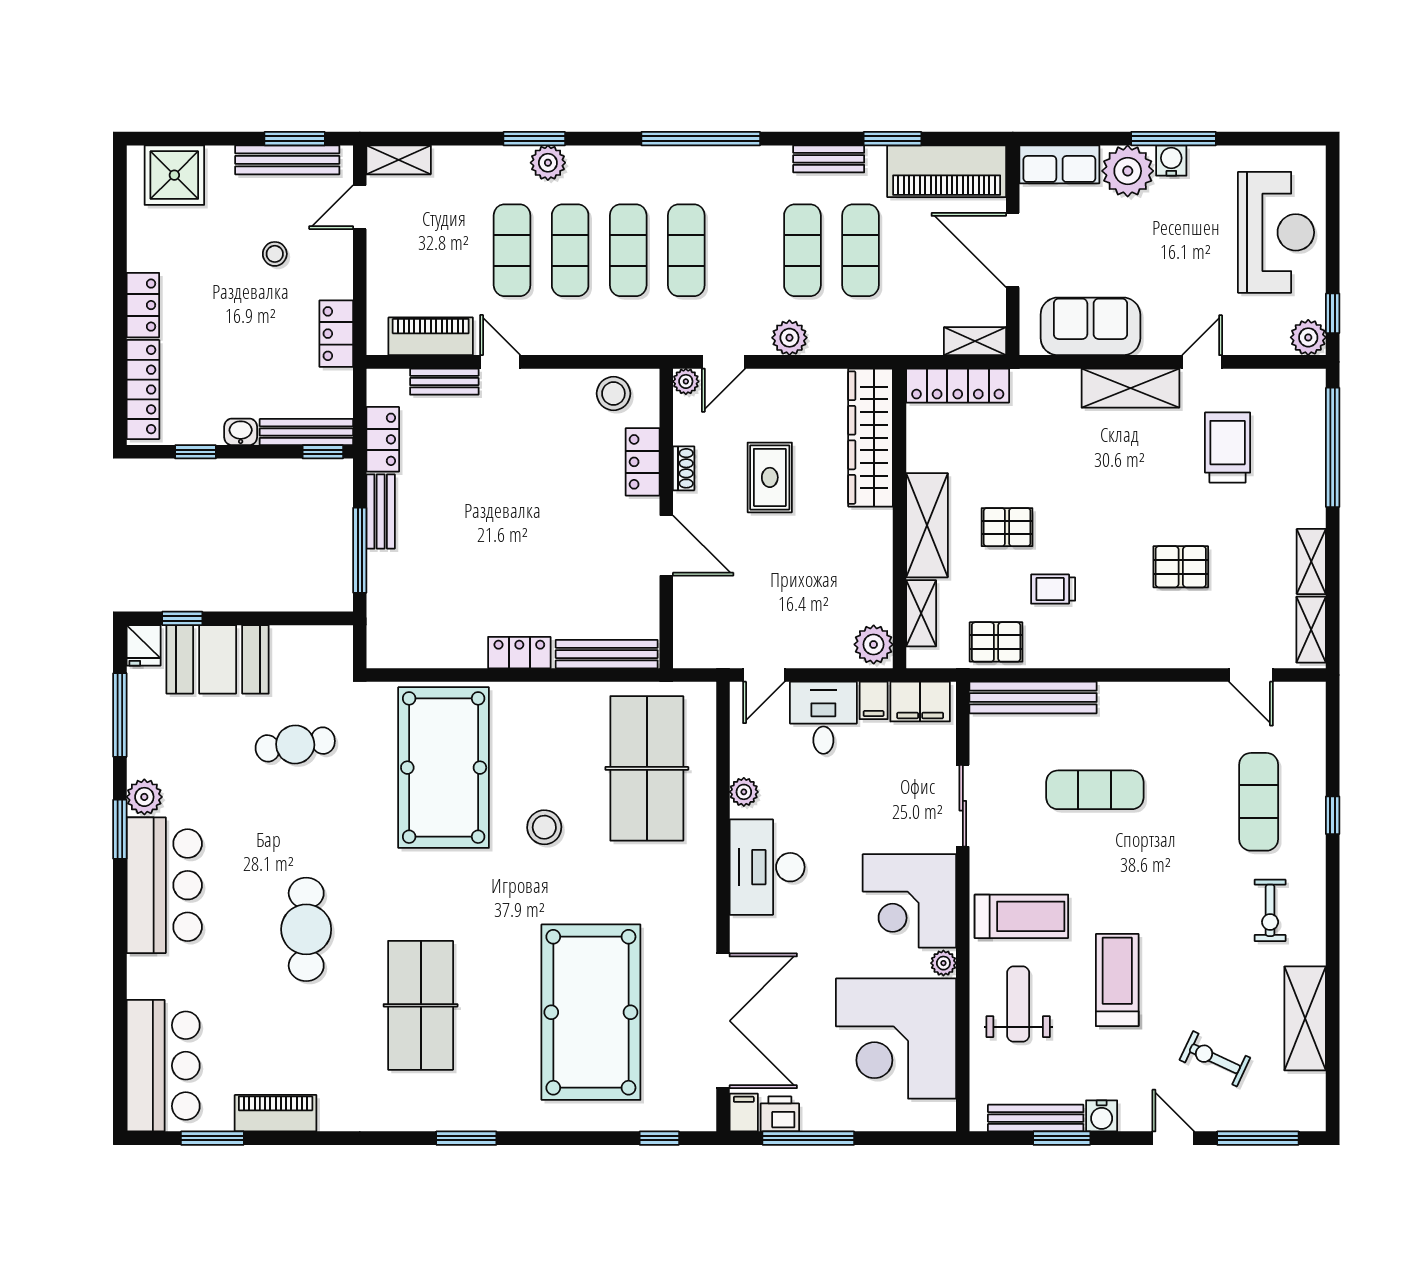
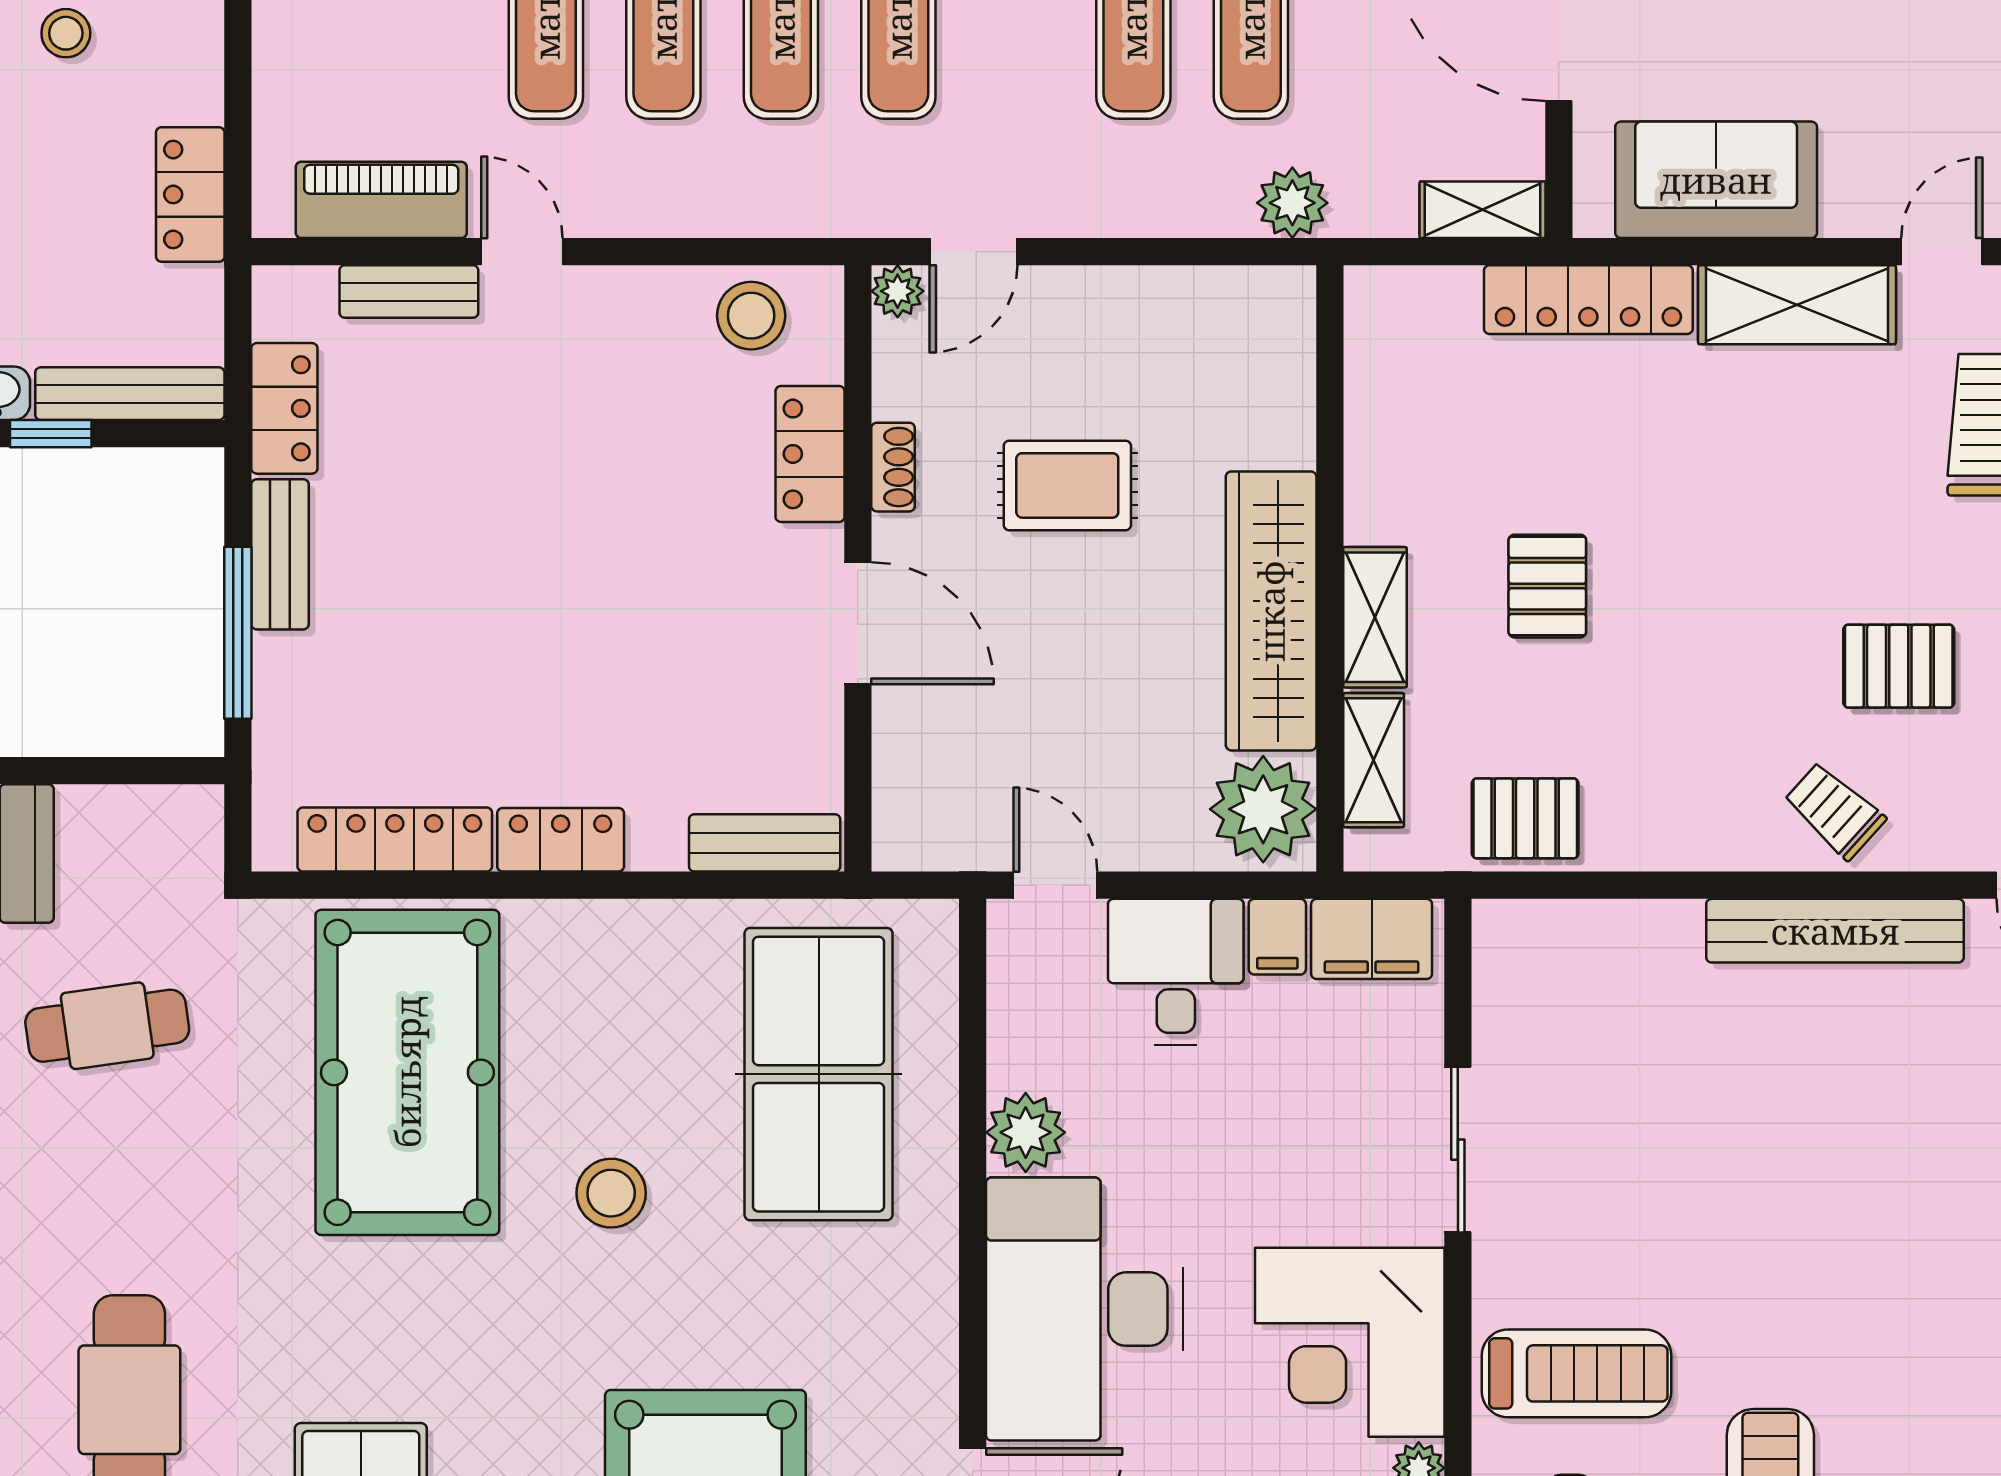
plant: (789, 338) -> (1292, 203), moved
locker: (958, 386) -> (1588, 300), moved
wardrobe: (871, 438) -> (1271, 611), moved
window: (323, 452) -> (51, 434), moved
rug: (770, 477) -> (1067, 485), turned 90
shelving: (927, 525) -> (1375, 617), width x0.67, depth x0.75
pallet: (1007, 527) -> (1547, 586), turned 90
trolley: (1053, 589) -> (1835, 811), moved, turned 42
plant: (874, 644) -> (1263, 809), width x1.36, depth x1.36
locker: (437, 652) -> (395, 840), added
bench: (607, 654) -> (765, 843), width x0.73
door: (764, 675) -> (1055, 885), swing flipped
bench: (1033, 698) -> (1835, 931), moved
exercise mat: (1095, 790) -> (1725, 1117), removed
plant: (744, 792) -> (1026, 1132), width x1.38, depth x1.38
desk: (767, 867) -> (1085, 1309), width x1.36, depth x1.30

